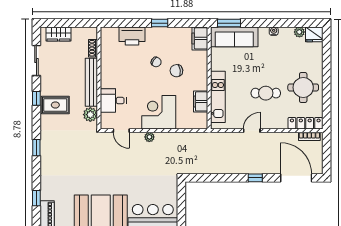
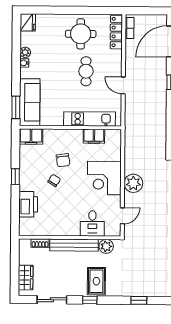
plant: (299, 32) -> (25, 52), moved
plant: (149, 137) -> (133, 183), width x1.88, depth x1.88

